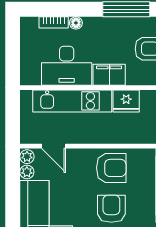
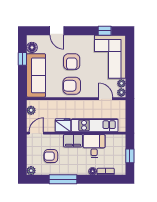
window: (13, 49) -> (130, 156), added
desk: (67, 66) -> (94, 146), width x0.73

